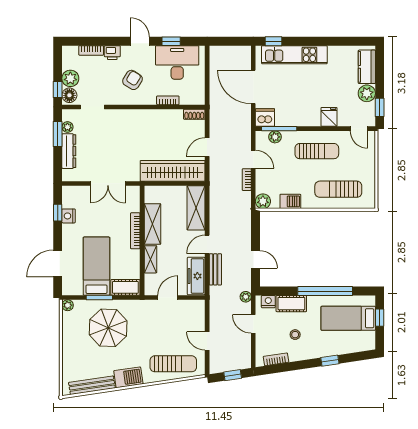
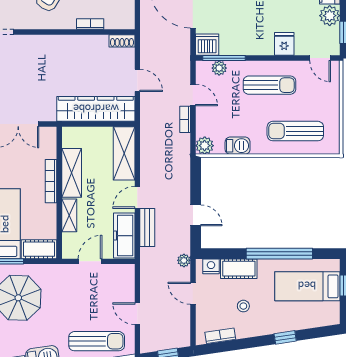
door: (207, 147) -> (137, 80), swing flipped

